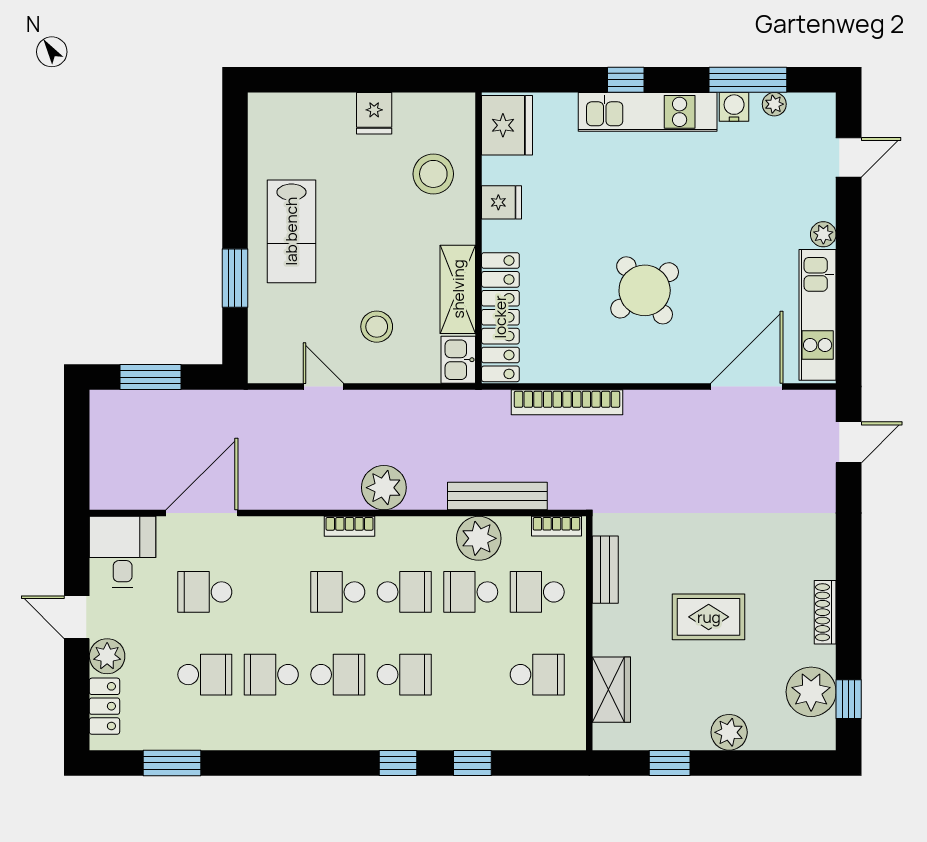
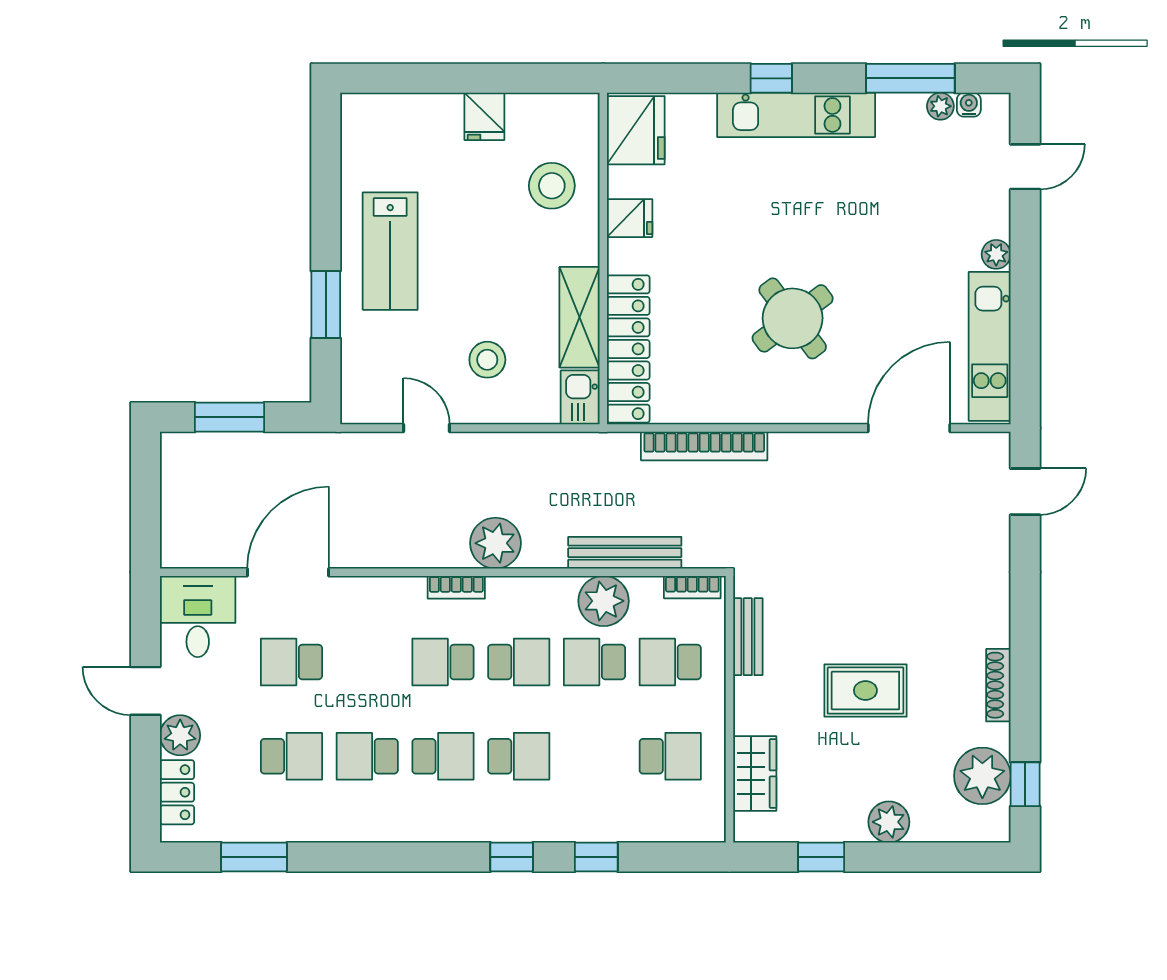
water cooler: (734, 107) -> (969, 105), moved, width x0.72, depth x0.72

